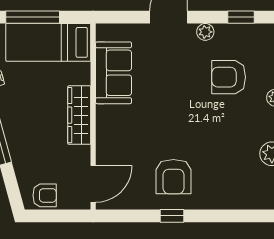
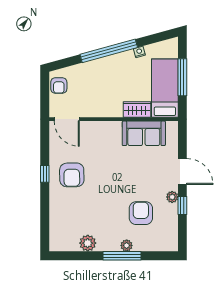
window: (241, 17) -> (182, 206), moved
wardrobe: (79, 115) -> (137, 110), moved, width x0.67
armchair: (173, 177) -> (72, 175), turned -91

